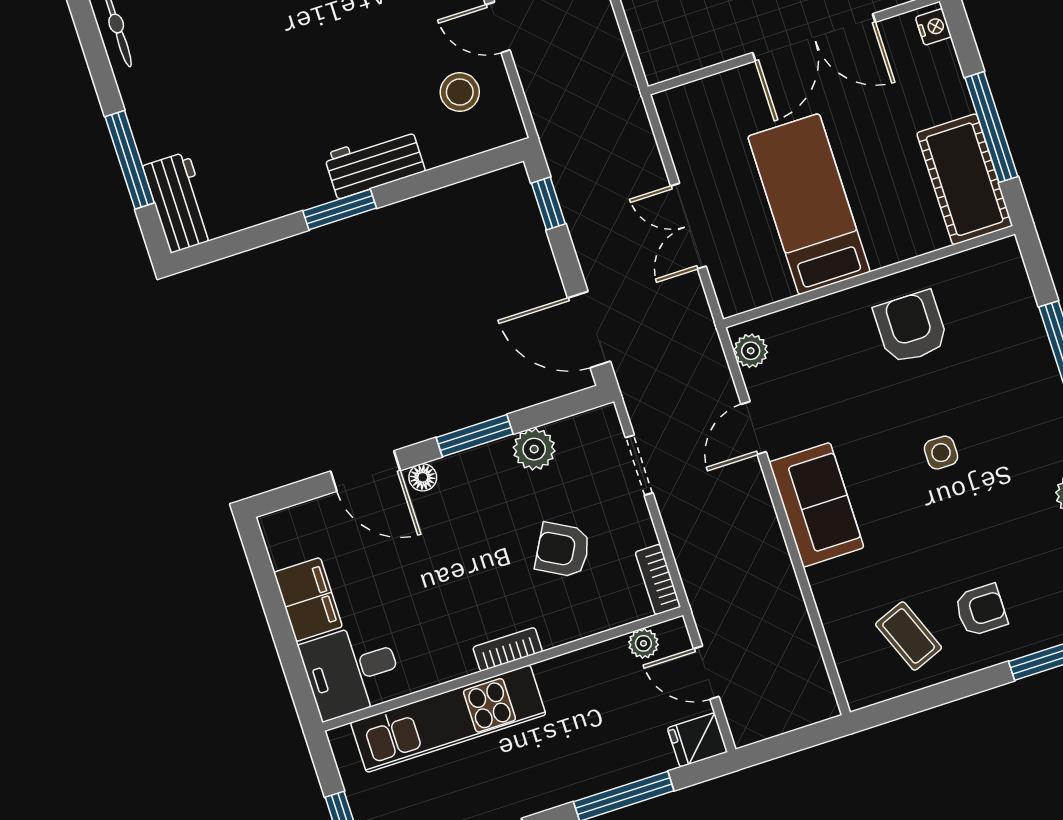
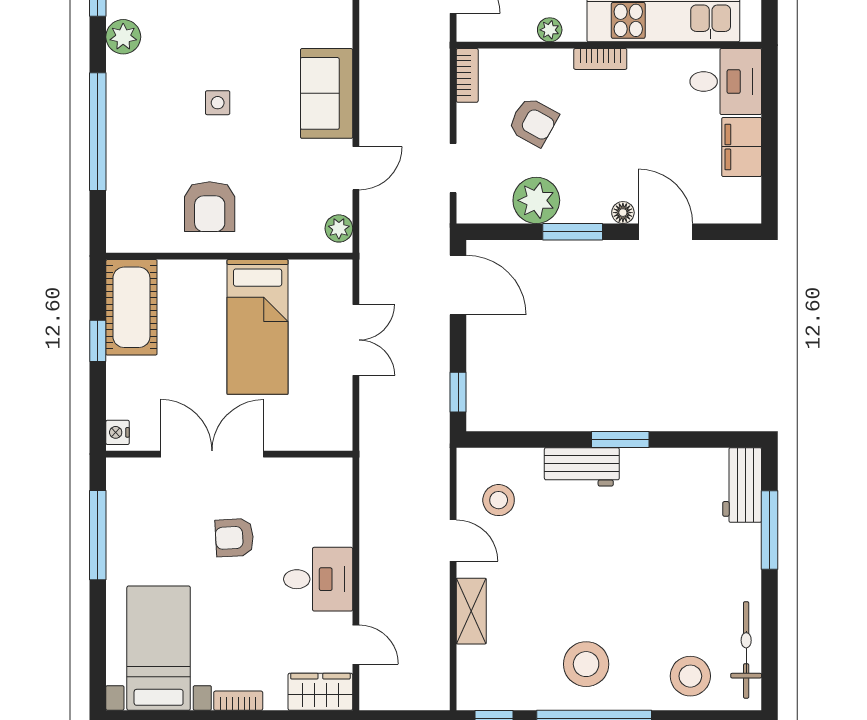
window: (991, 127) -> (98, 341), width x0.46
plant: (534, 449) -> (536, 200), width x1.36, depth x1.36
plant: (643, 643) -> (550, 30), moved

